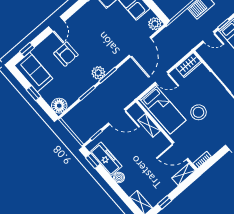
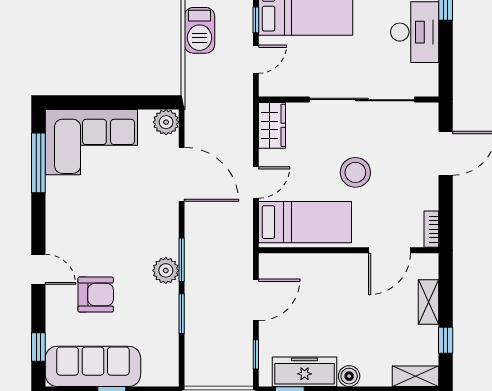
sofa: (34, 72) -> (93, 366), width x1.36
floor lamp: (59, 106) -> (164, 372), removed
shelving: (149, 125) -> (311, 263), removed
shelving: (184, 174) -> (429, 302), moved

